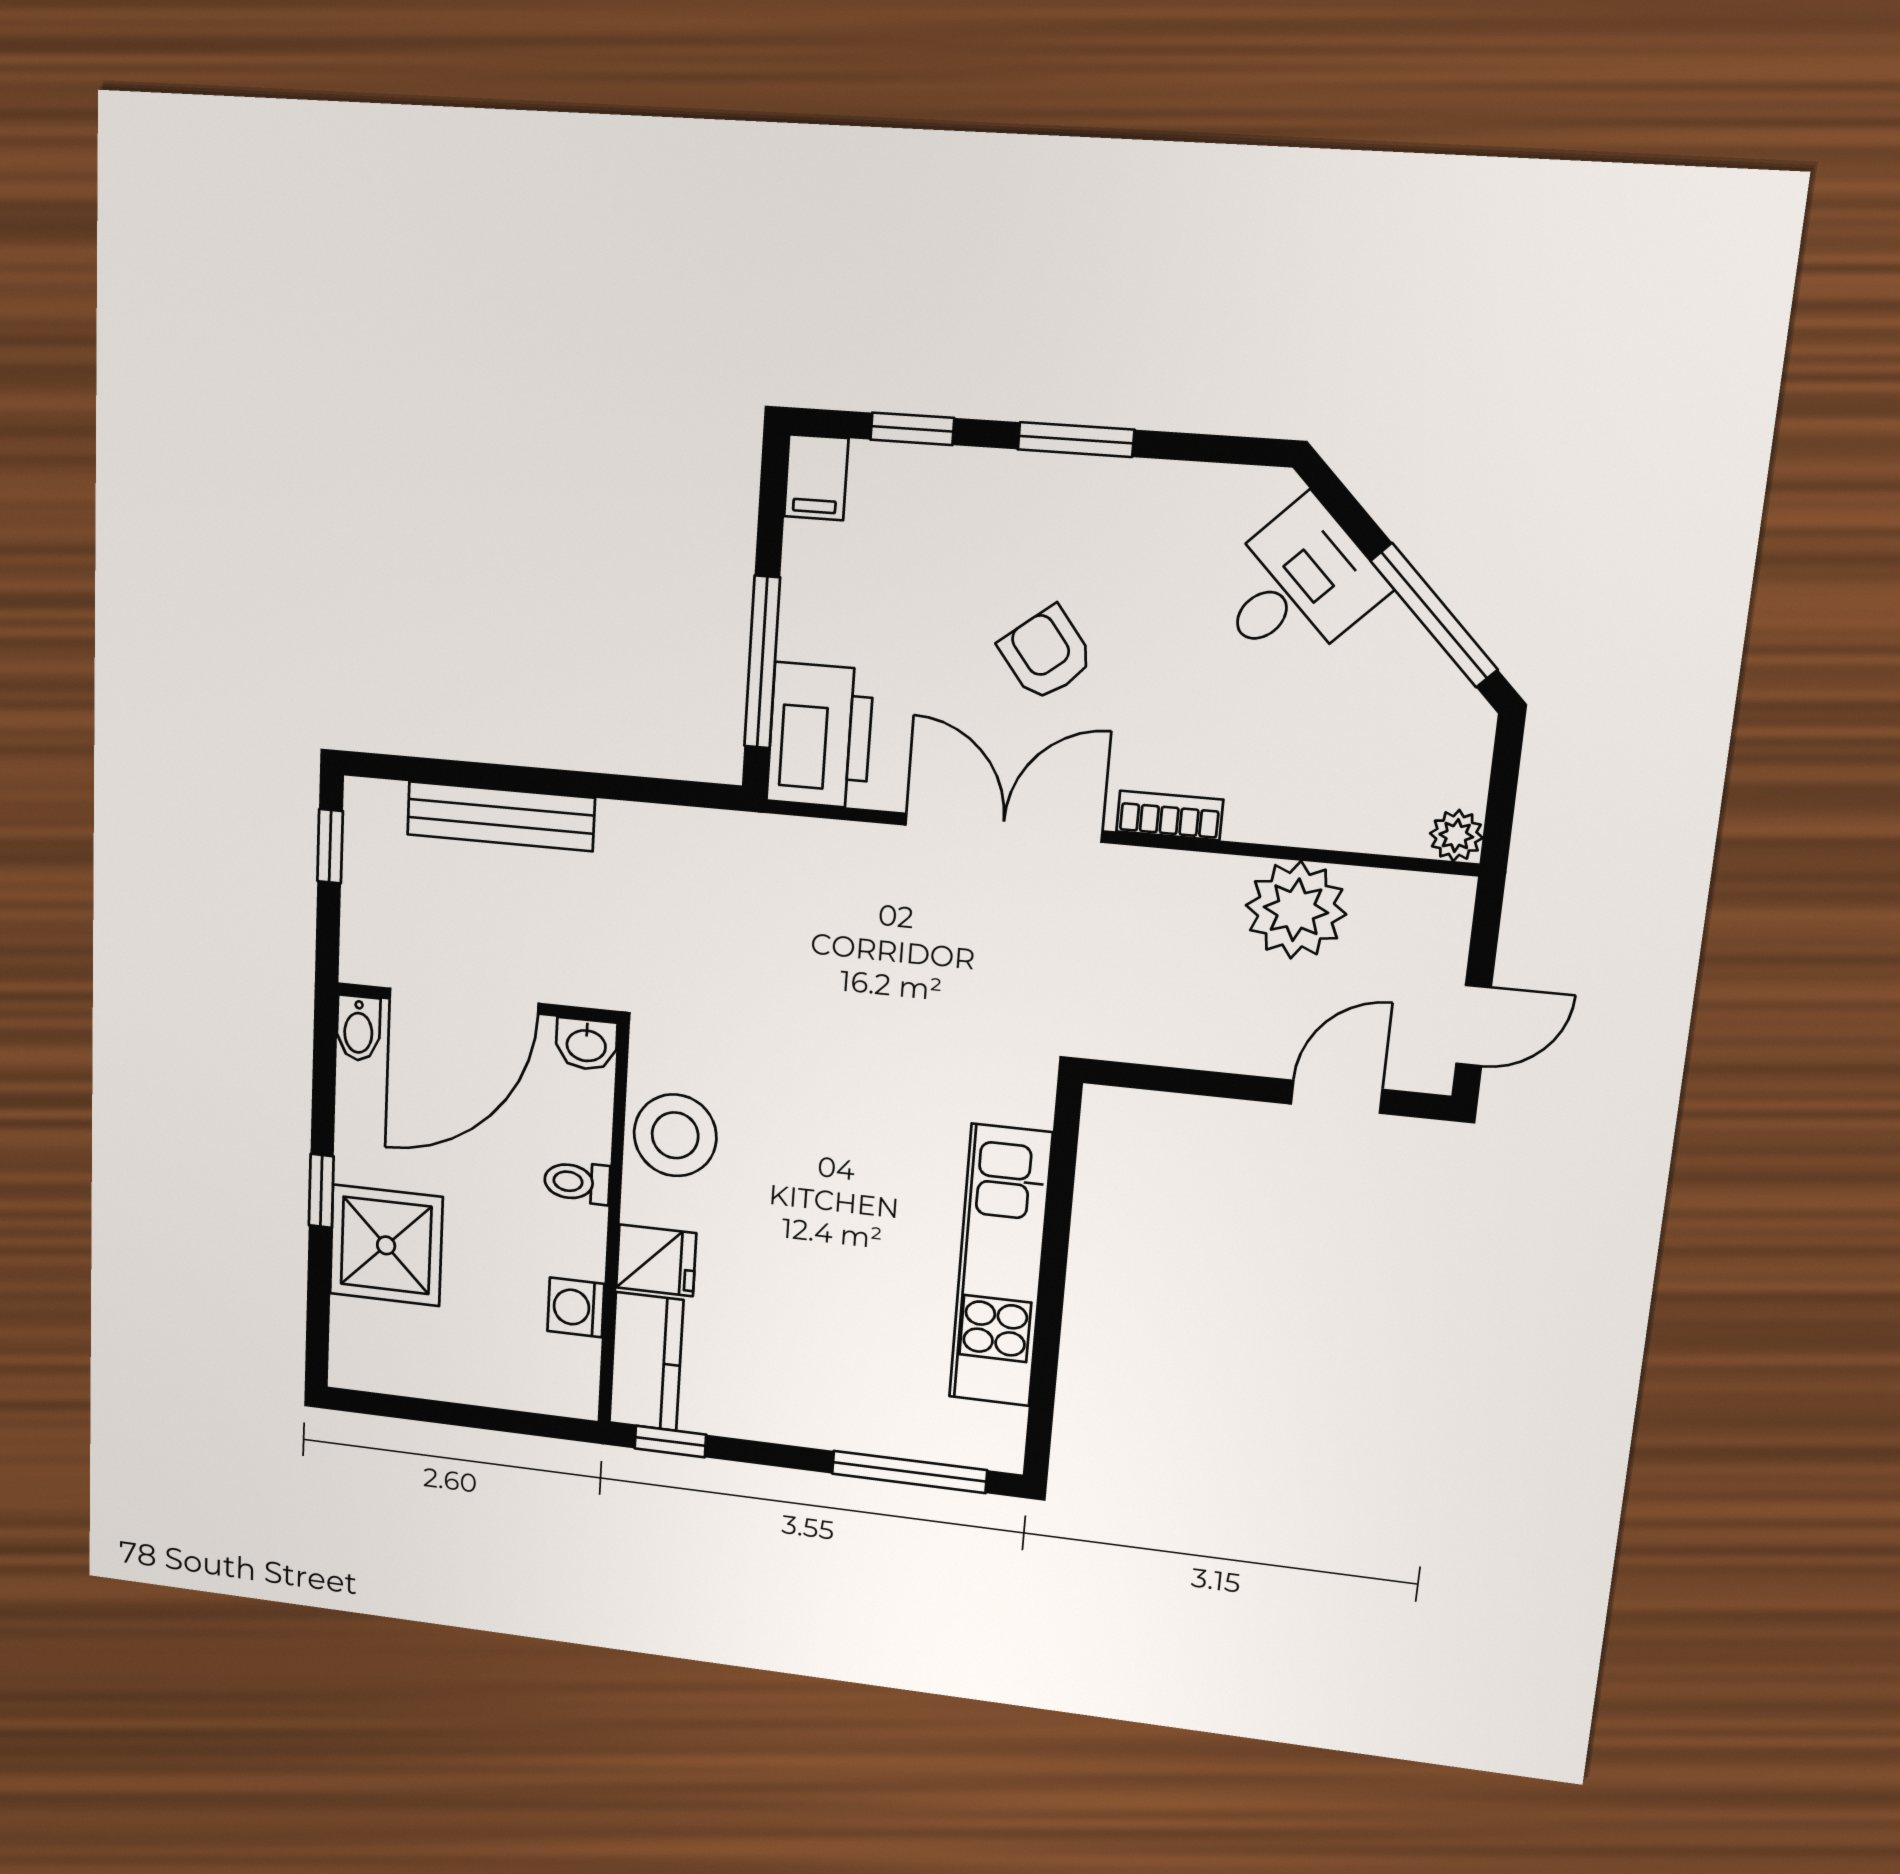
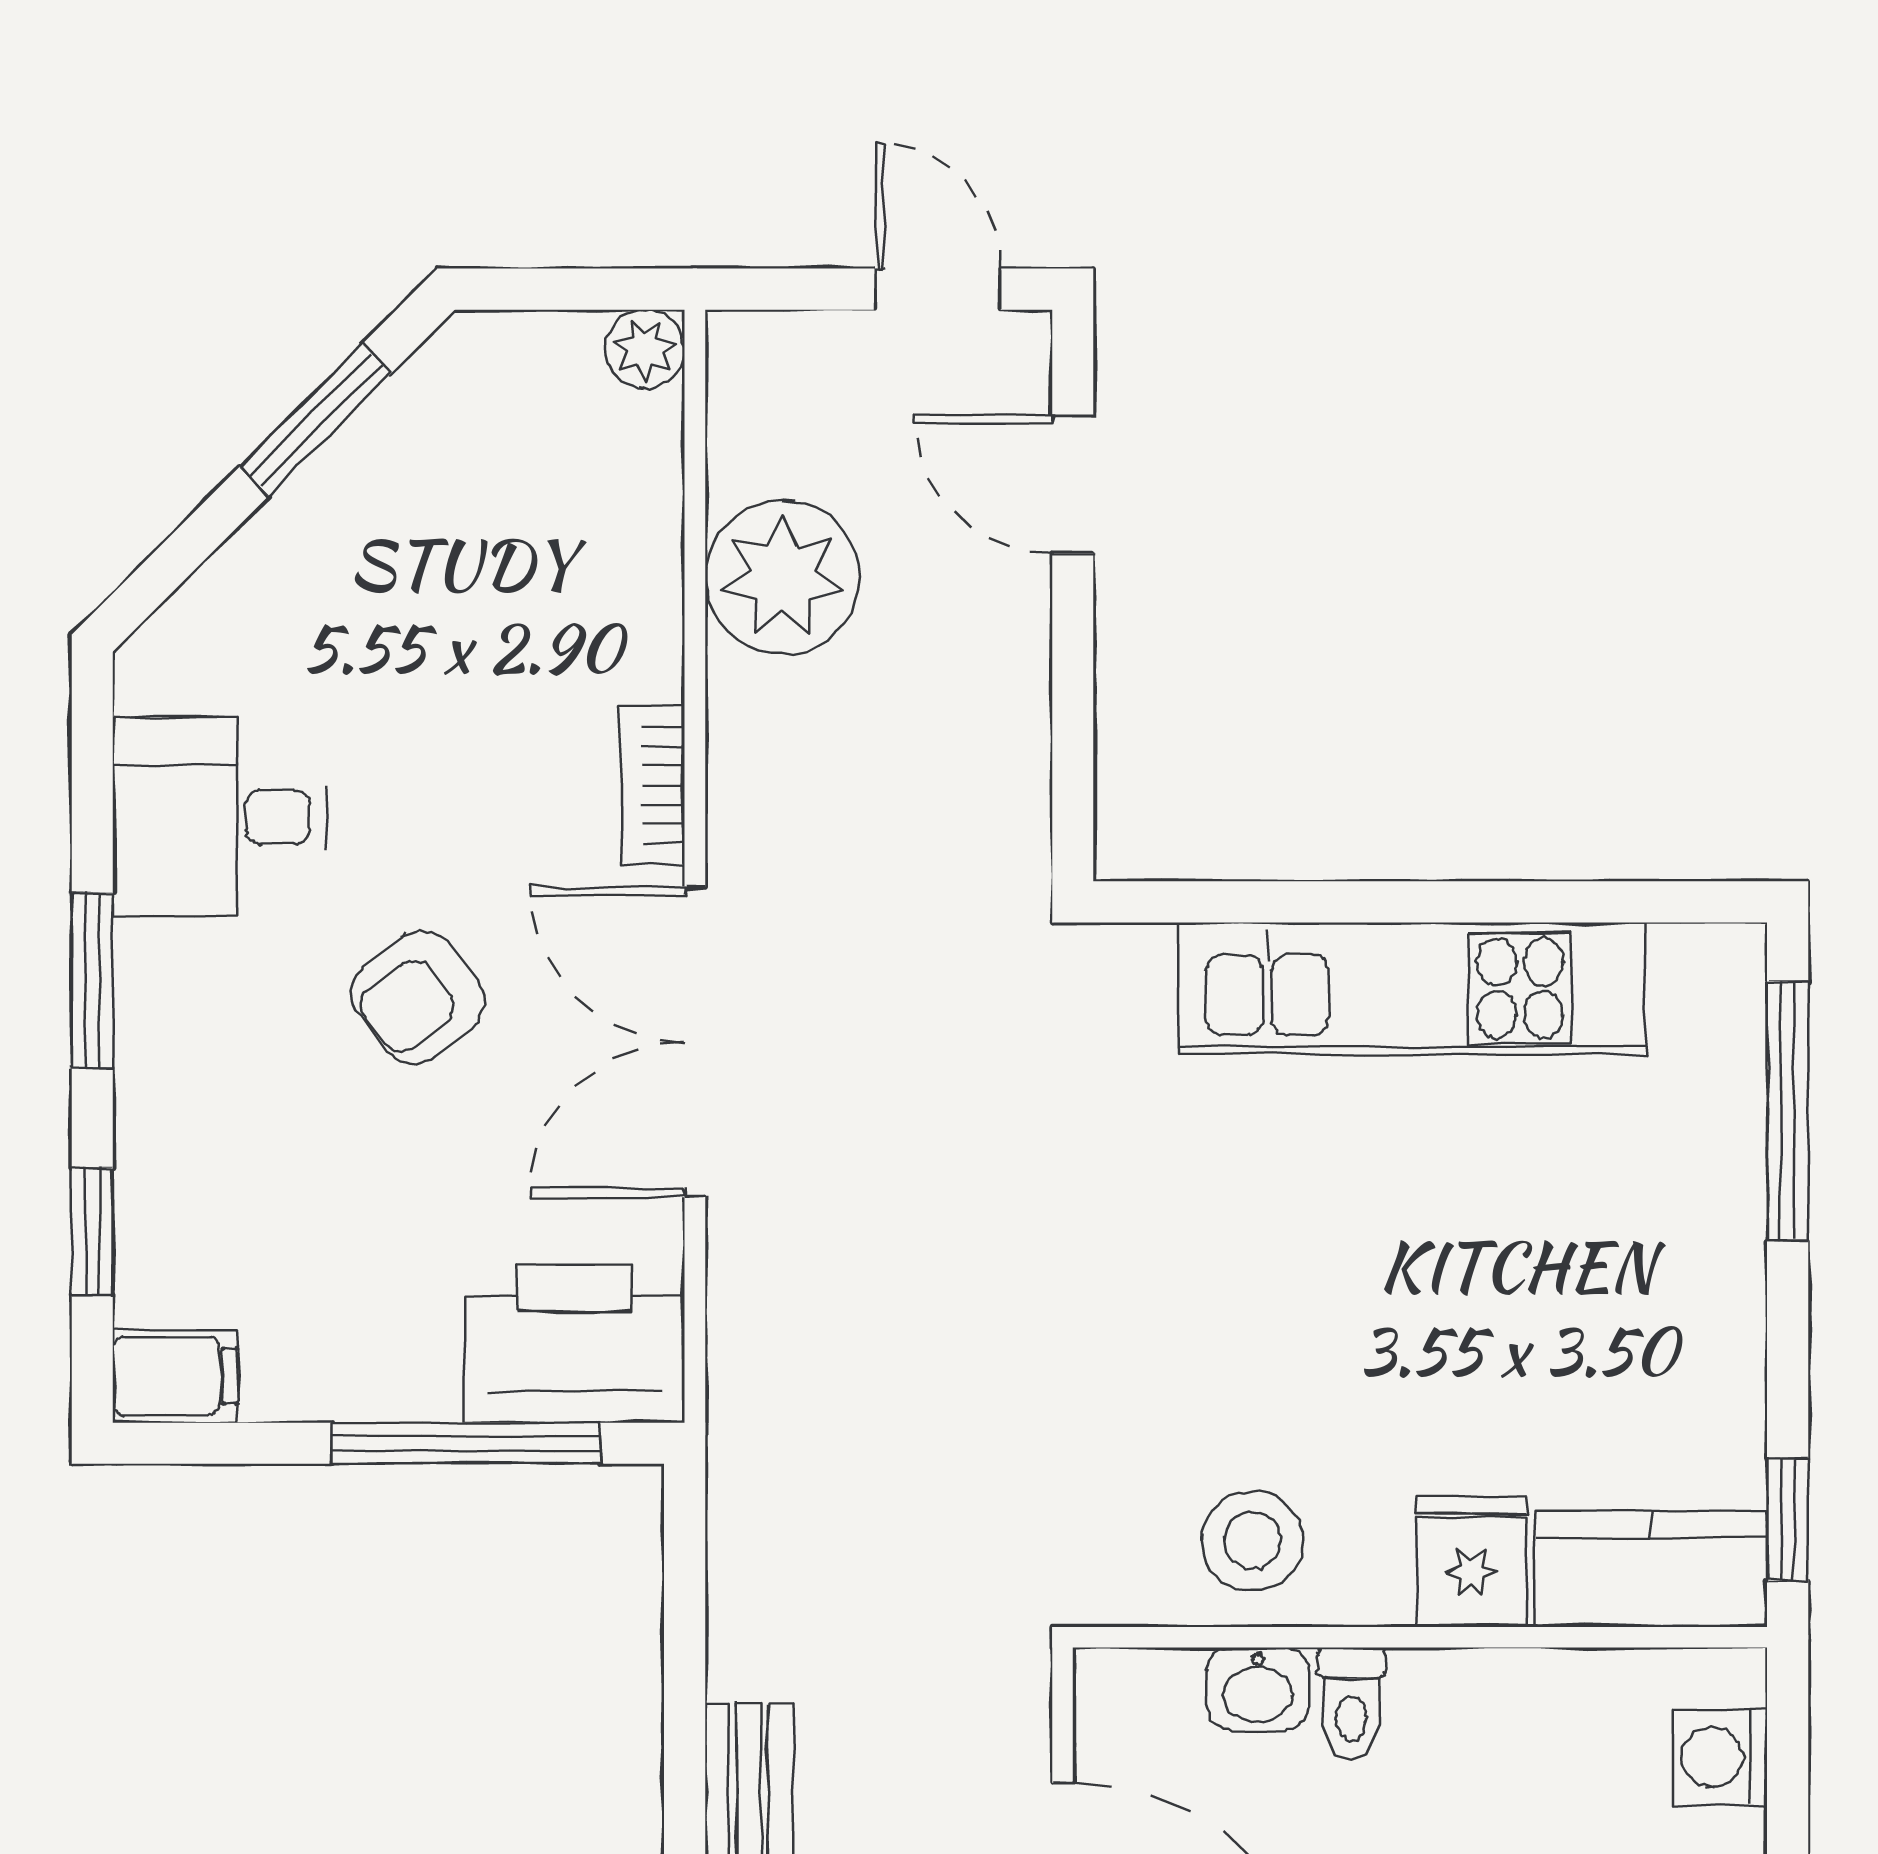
desk: (1296, 586) -> (220, 817), moved, turned -45
window: (1434, 615) -> (315, 420), width x0.69
washbasin: (586, 1044) -> (1258, 1689), moved, turned 90
stool: (675, 1135) -> (1252, 1541), width x0.73, depth x0.73
washing machine: (576, 1307) -> (1720, 1757), moved, turned 90

